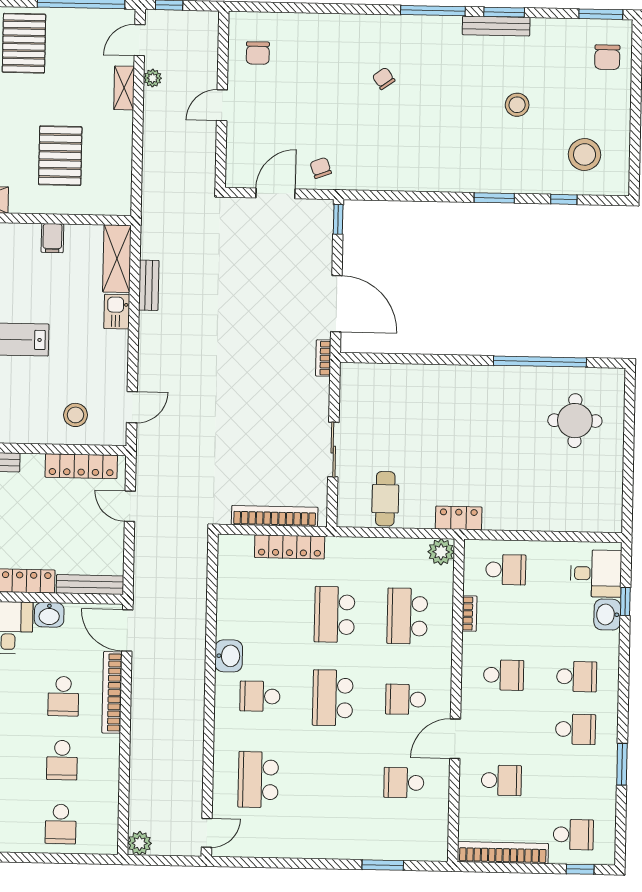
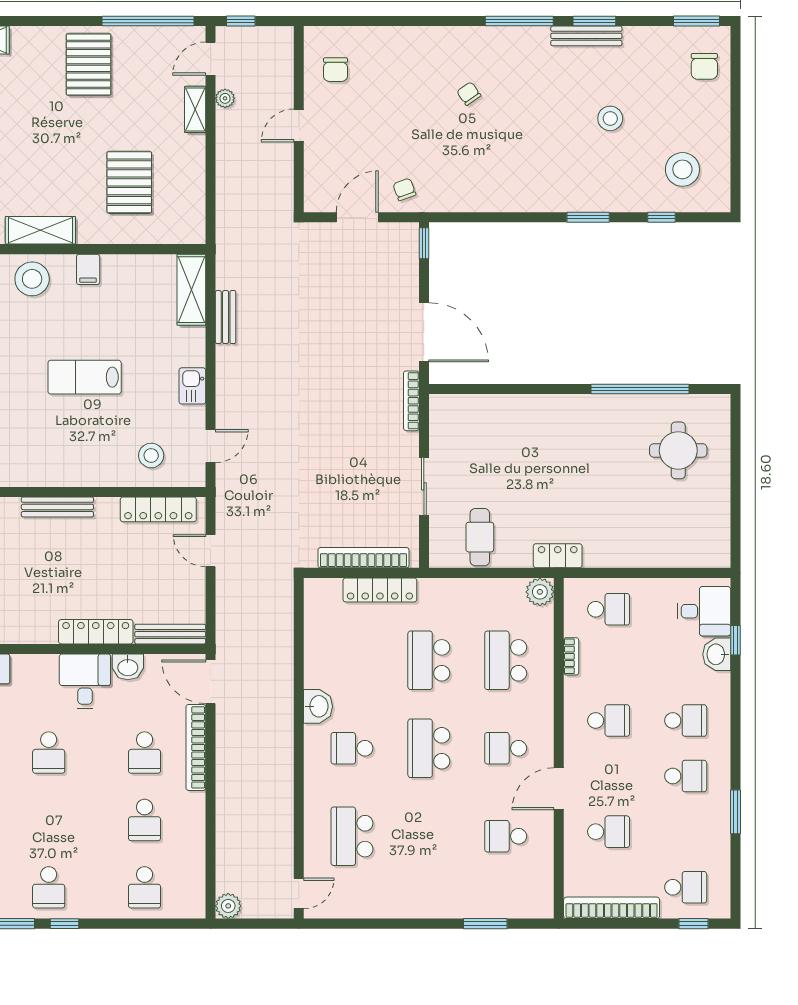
filing cabinet: (52, 238) -> (88, 269), moved
kitchen sink: (117, 312) -> (192, 386), moved
bookcase: (323, 358) -> (411, 401), width x1.56

